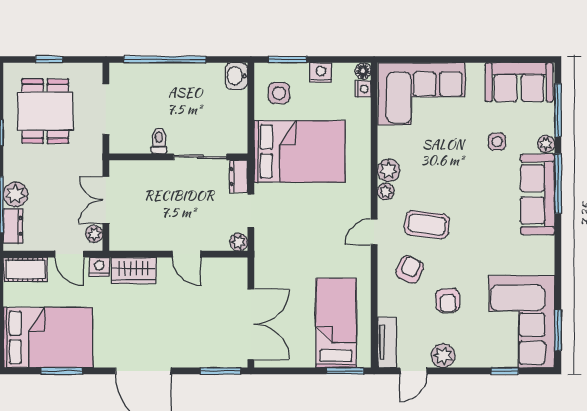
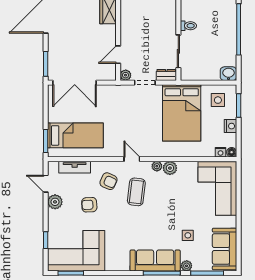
door: (187, 254) -> (118, 55), moved
tv unit: (387, 342) -> (75, 167), moved

